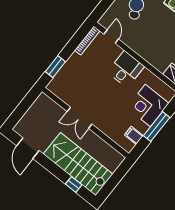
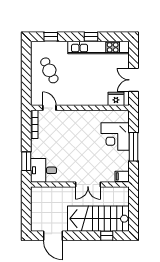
desk: (126, 69) -> (44, 170), moved, turned -90
double door: (79, 118) -> (88, 184), moved
filing cabinet: (134, 135) -> (122, 176), moved

